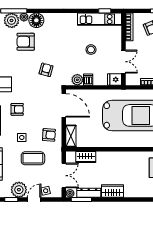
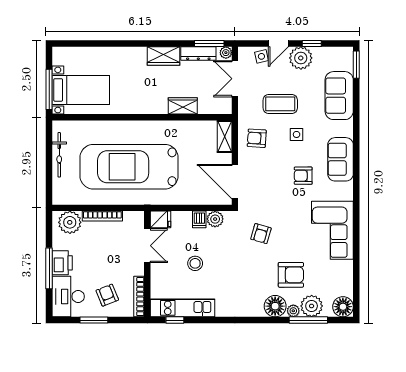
double door: (124, 62) -> (147, 246), swing flipped
wardrobe: (86, 157) -> (183, 106), moved

